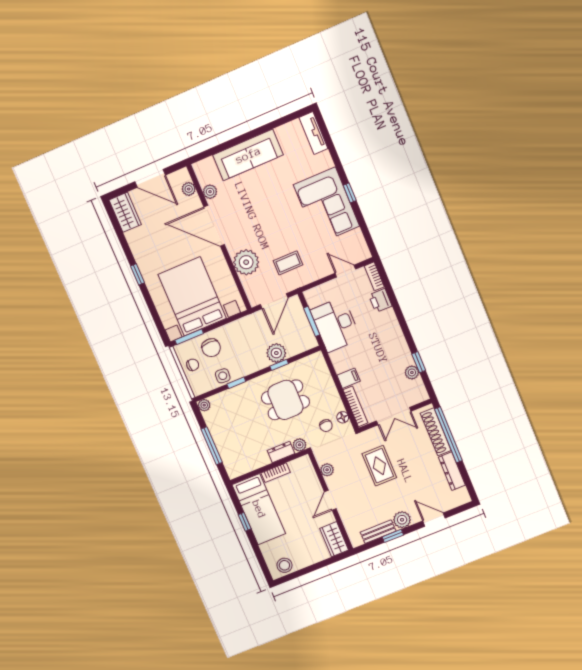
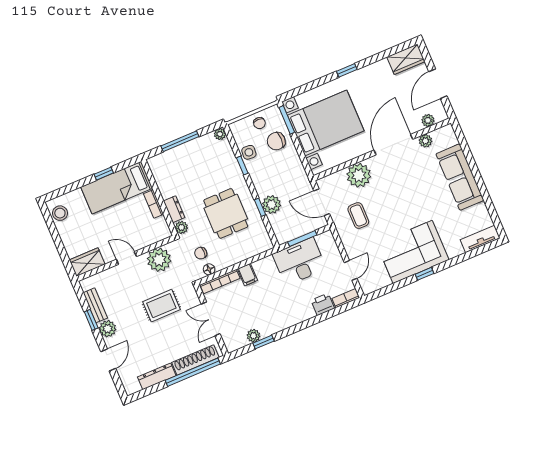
plant: (327, 470) -> (159, 260), width x1.87, depth x1.87

